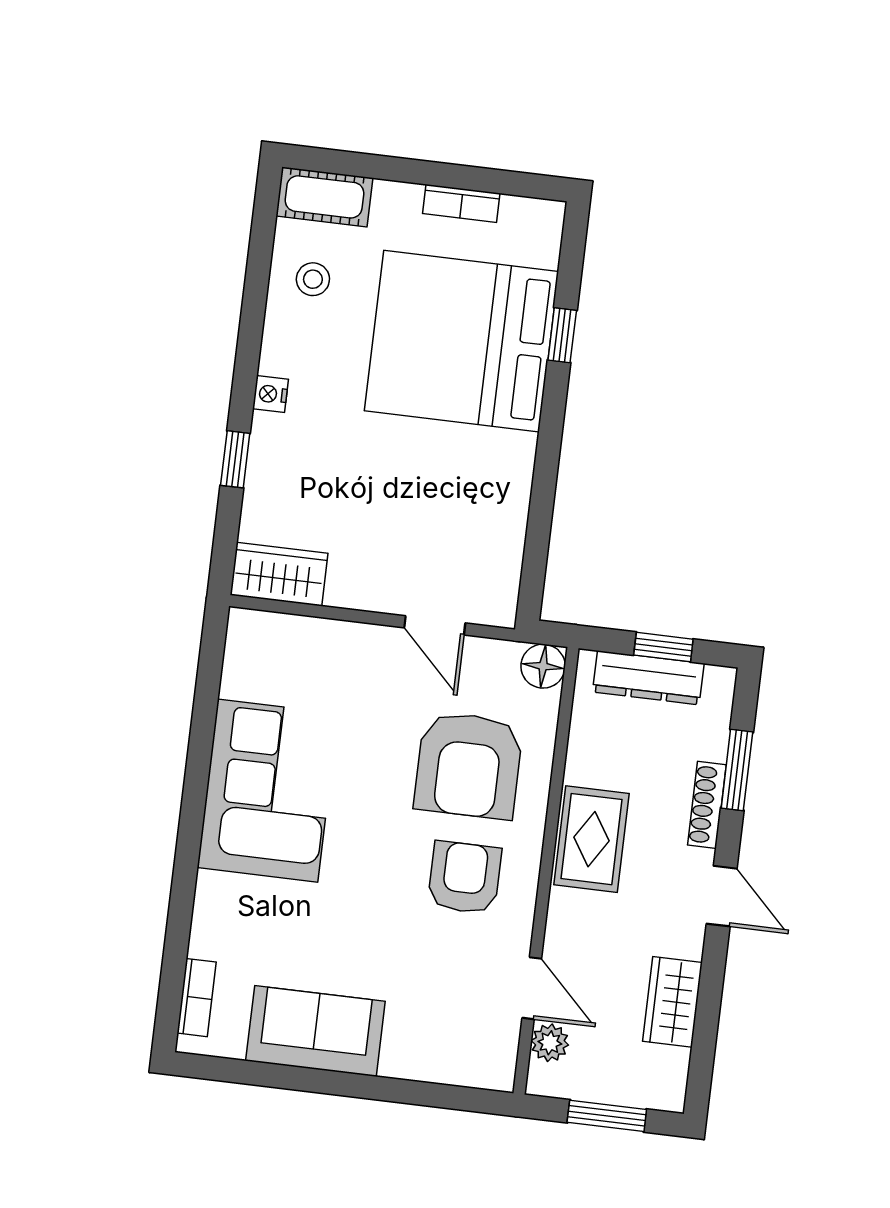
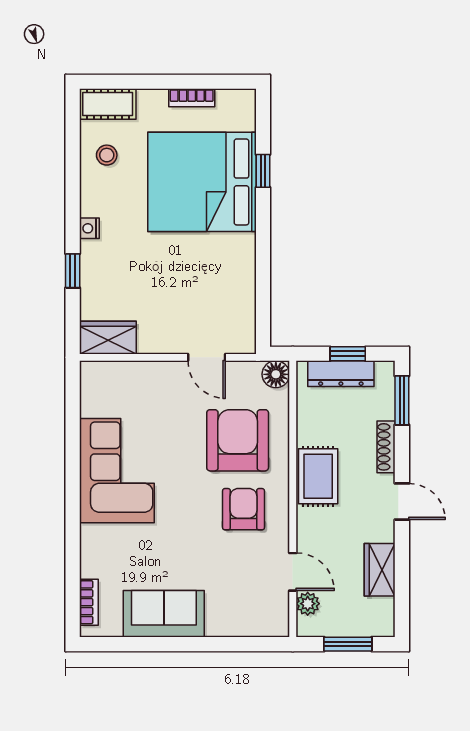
armchair: (468, 765) -> (238, 440), turned 180
window: (737, 770) -> (402, 400), moved

